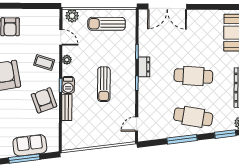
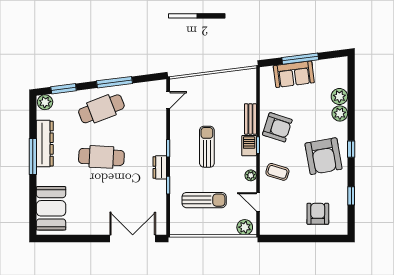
sun lounger: (107, 24) -> (204, 200), moved
armchair: (44, 100) -> (277, 127), turned -52
cafe table: (193, 117) -> (101, 109), turned -30

